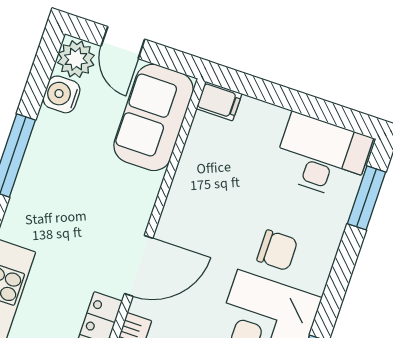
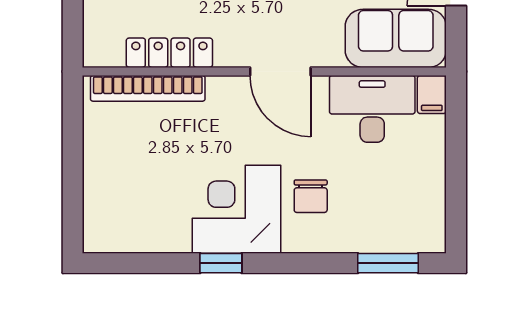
desk: (322, 156) -> (372, 109), moved, turned -90
door: (139, 266) -> (280, 71), moved

